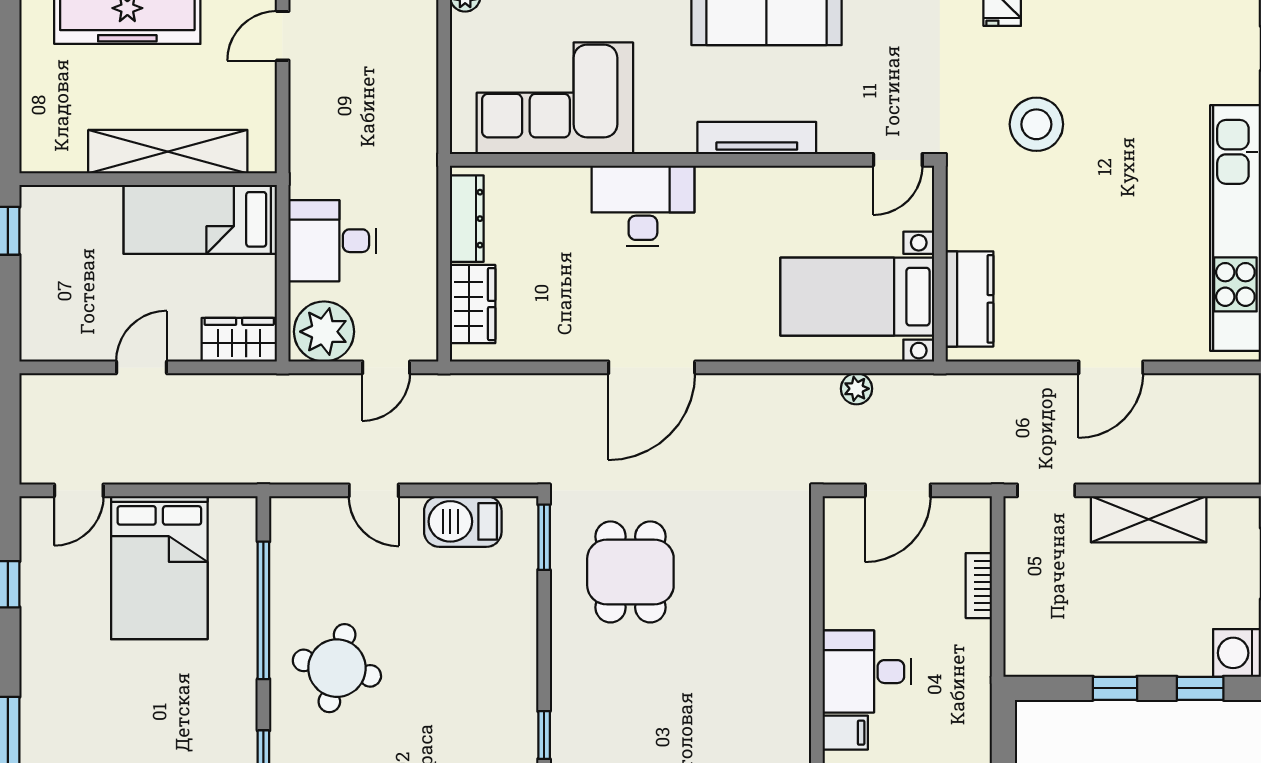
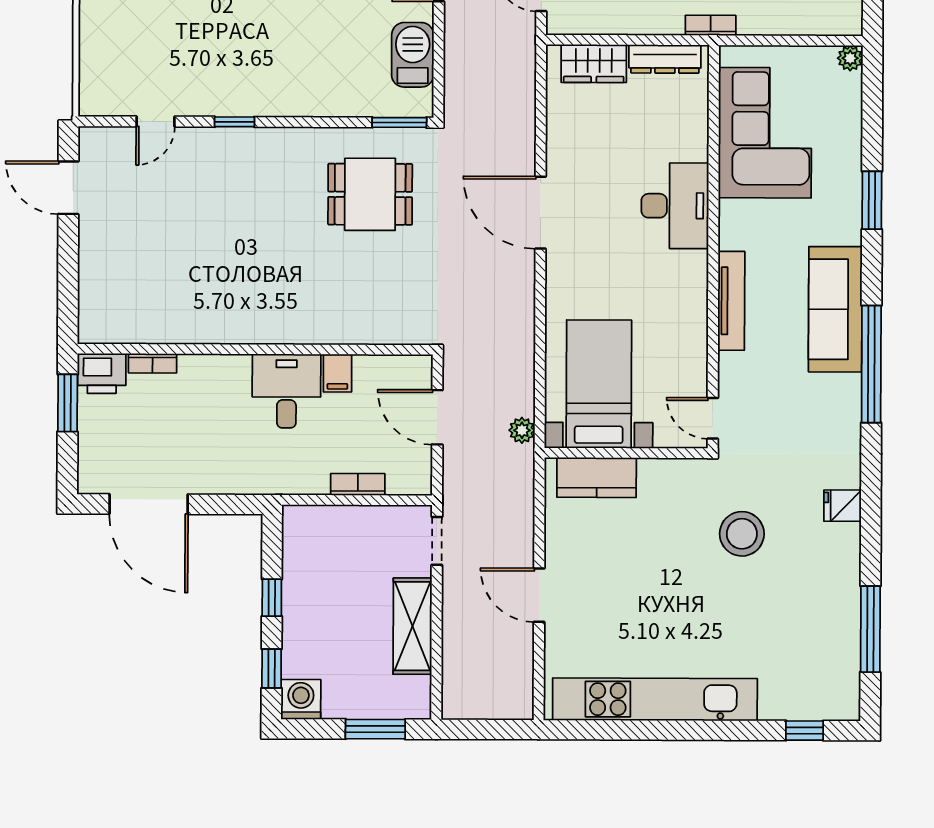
bookcase: (426, 164) -> (711, 25), added
plant: (856, 389) -> (522, 430), moved
filing cabinet: (845, 733) -> (337, 373), moved

